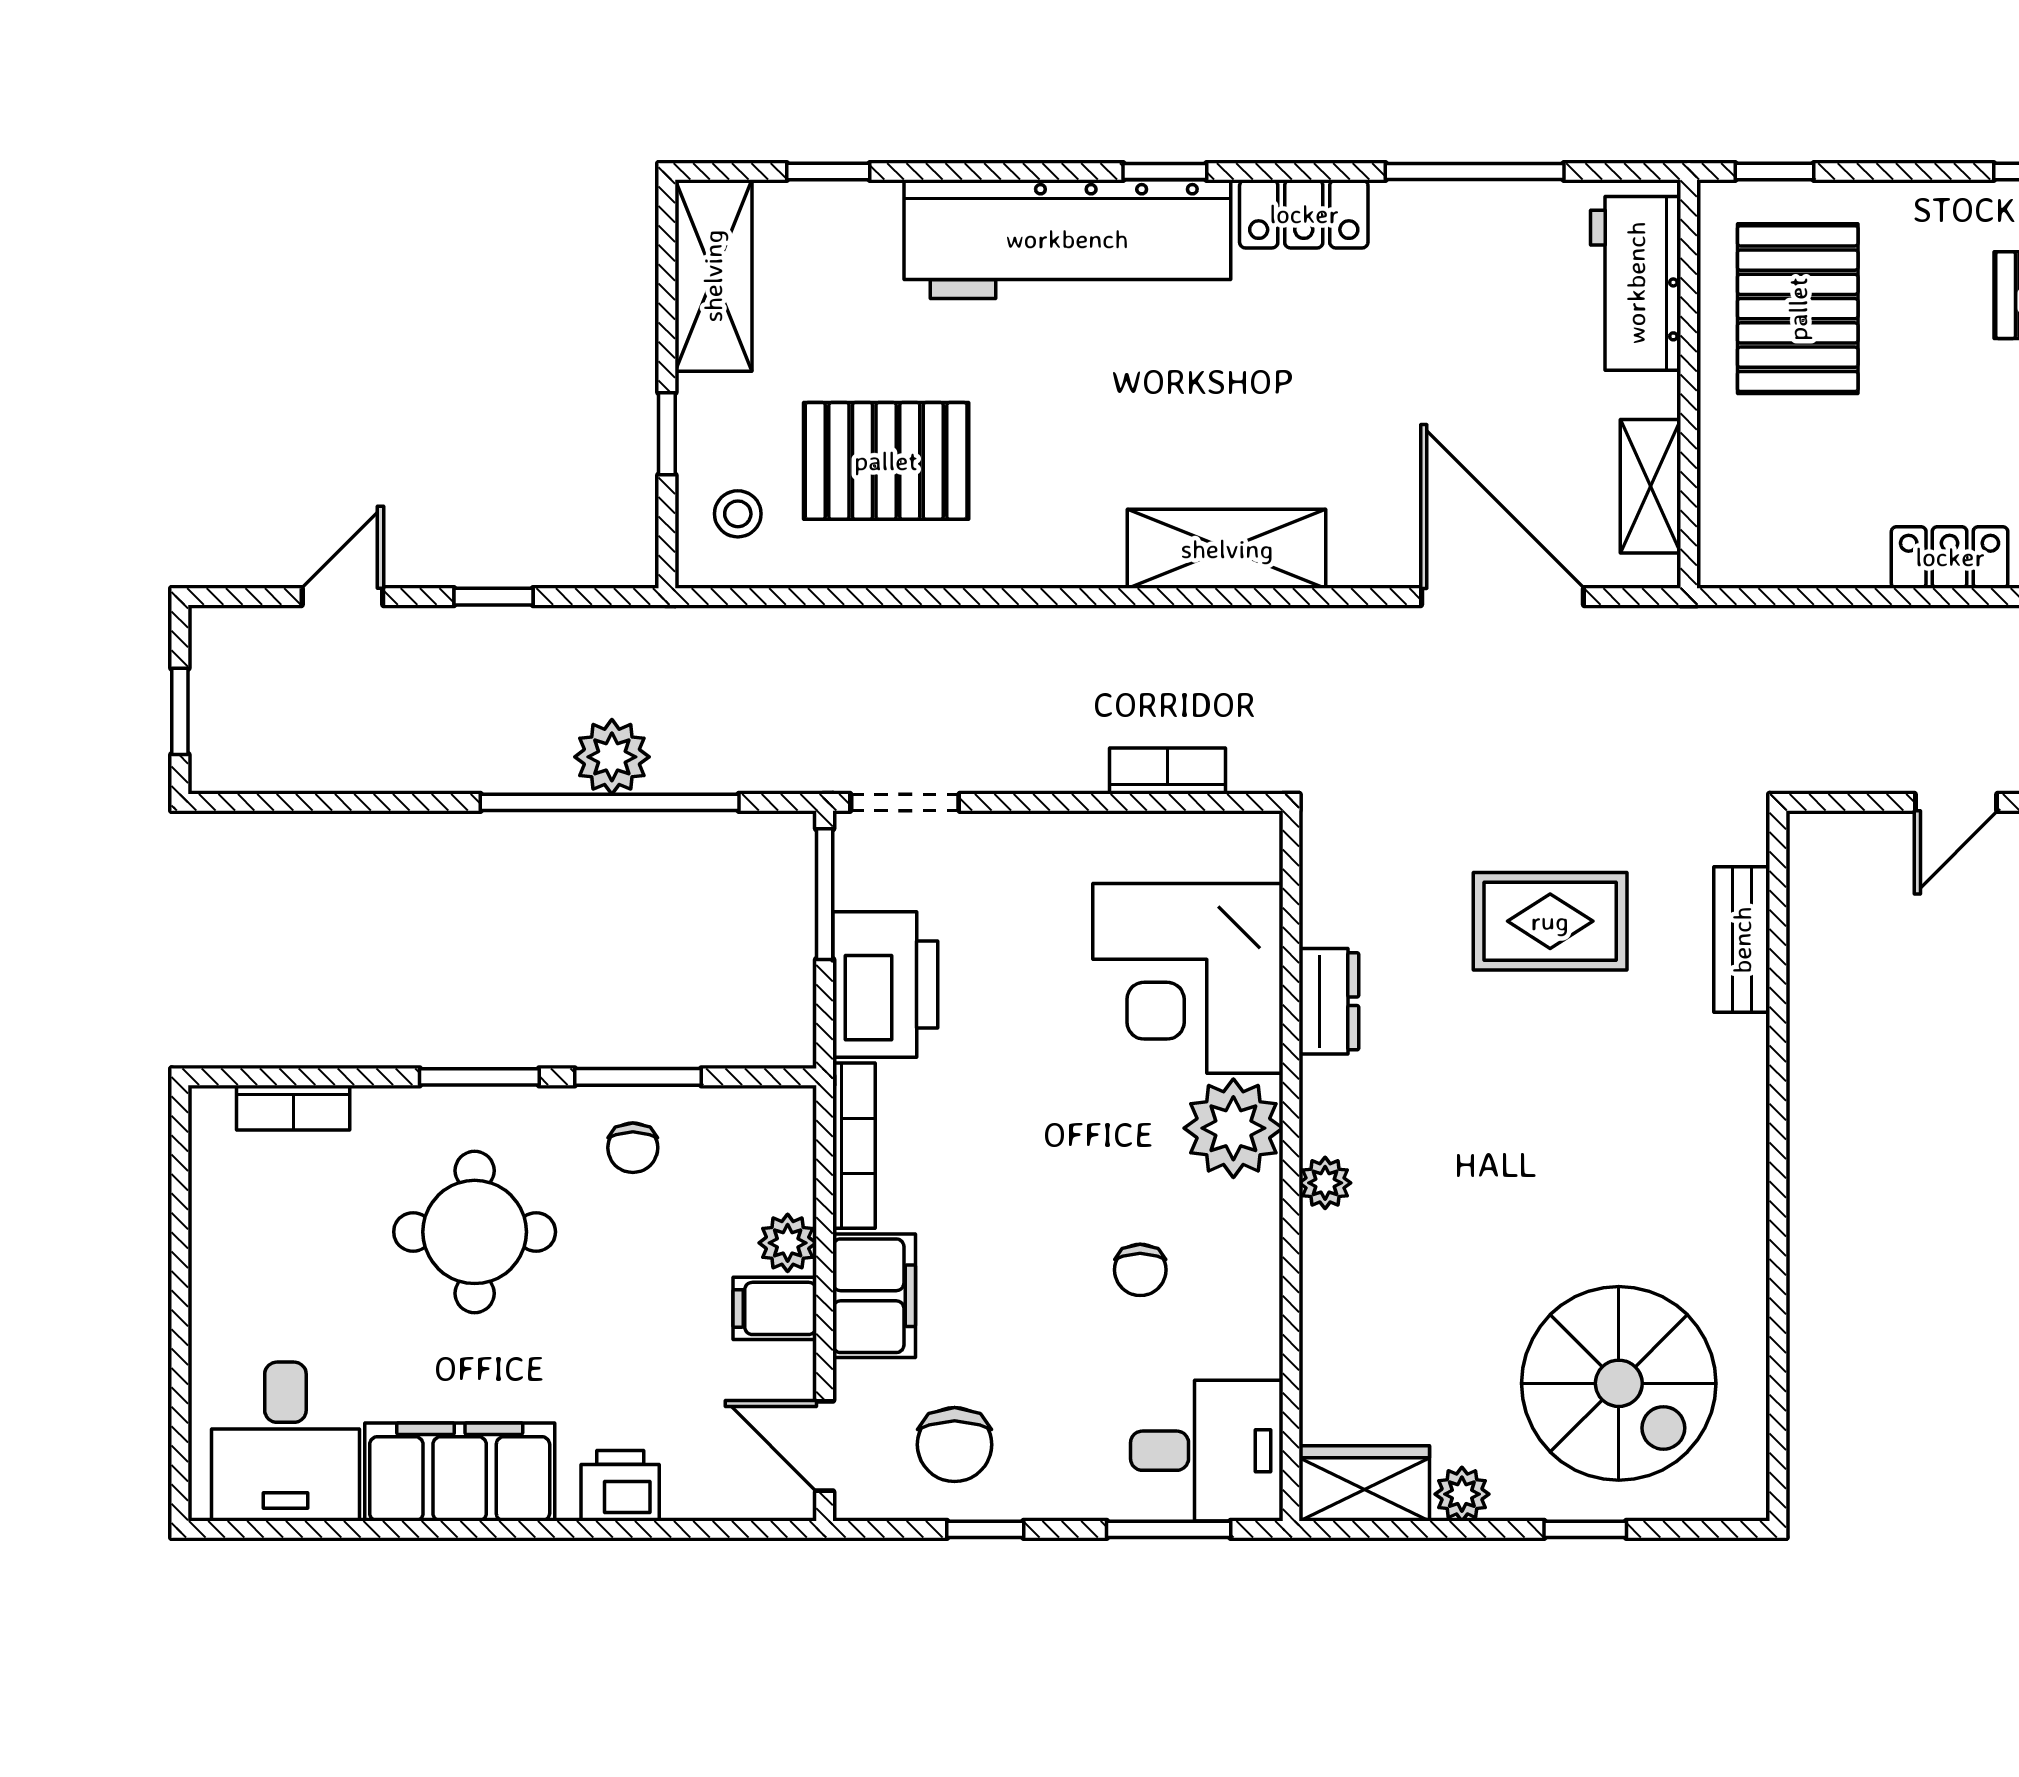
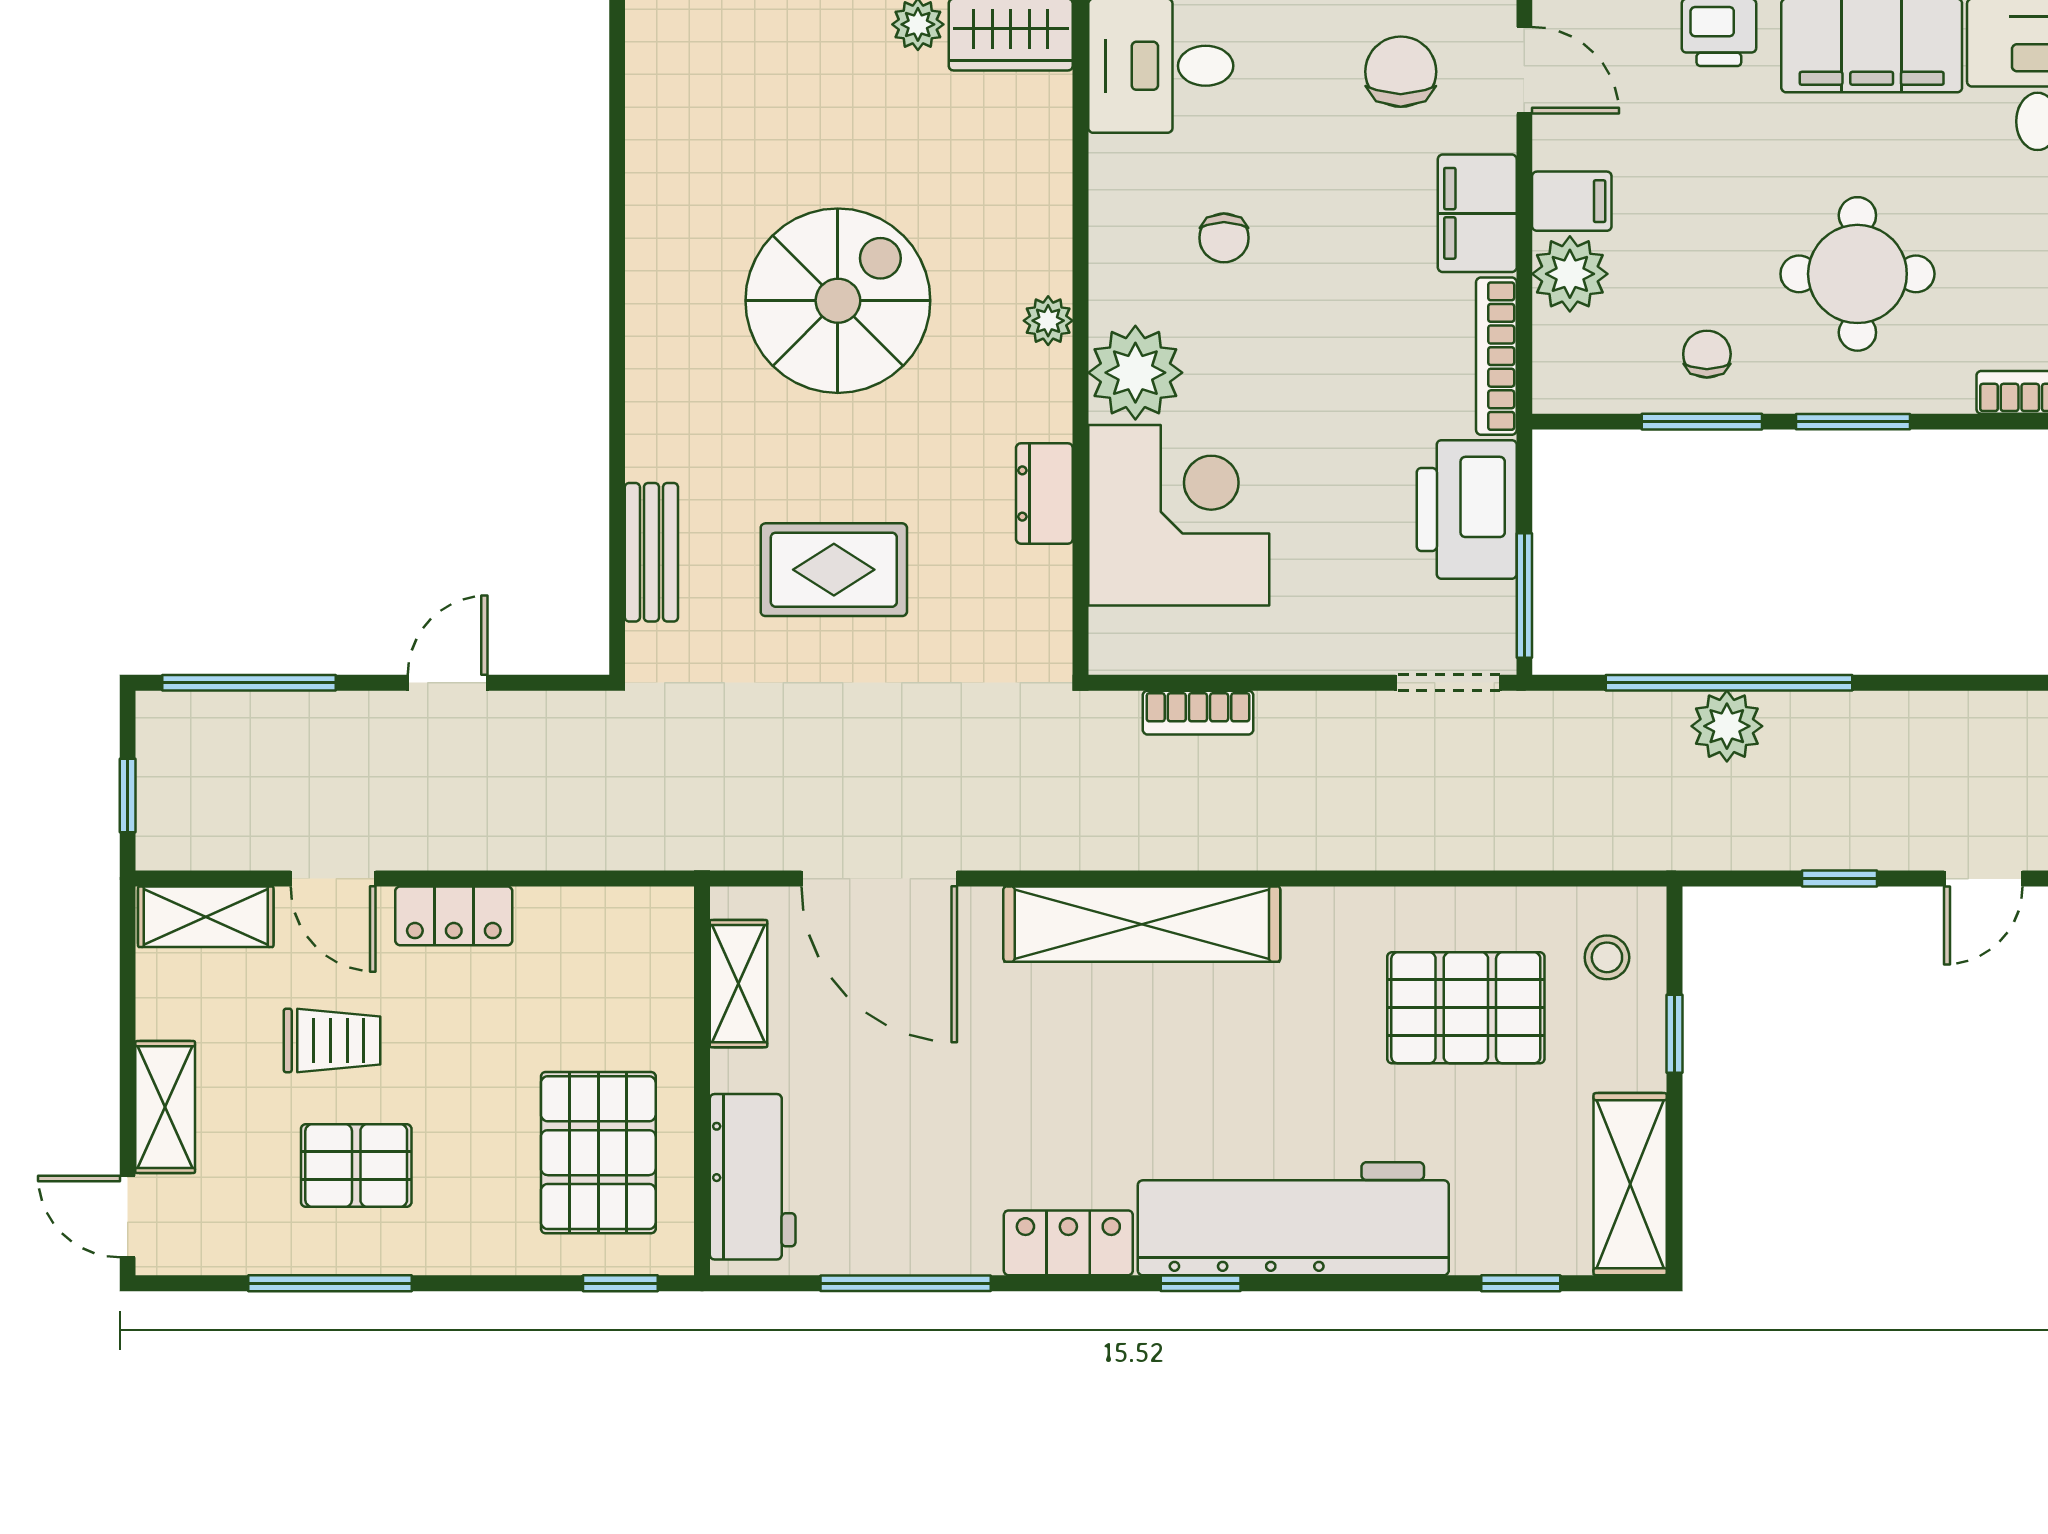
shelving: (1227, 549) -> (1142, 924), width x1.47
plant: (788, 1243) -> (1570, 274), width x1.38, depth x1.38
chair: (1140, 1270) -> (1224, 238), turned 180
spiral stairs: (1619, 1383) -> (838, 301), moved, turned 90

